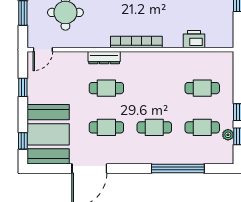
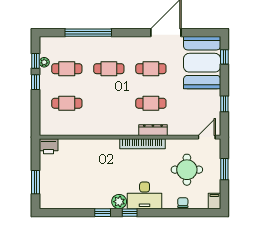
printer: (194, 39) -> (49, 146), moved
bookcase: (136, 42) -> (142, 144), moved

